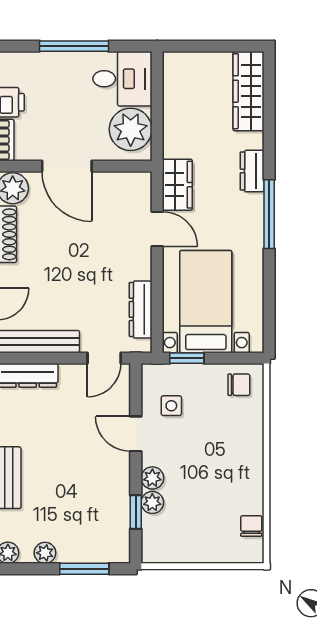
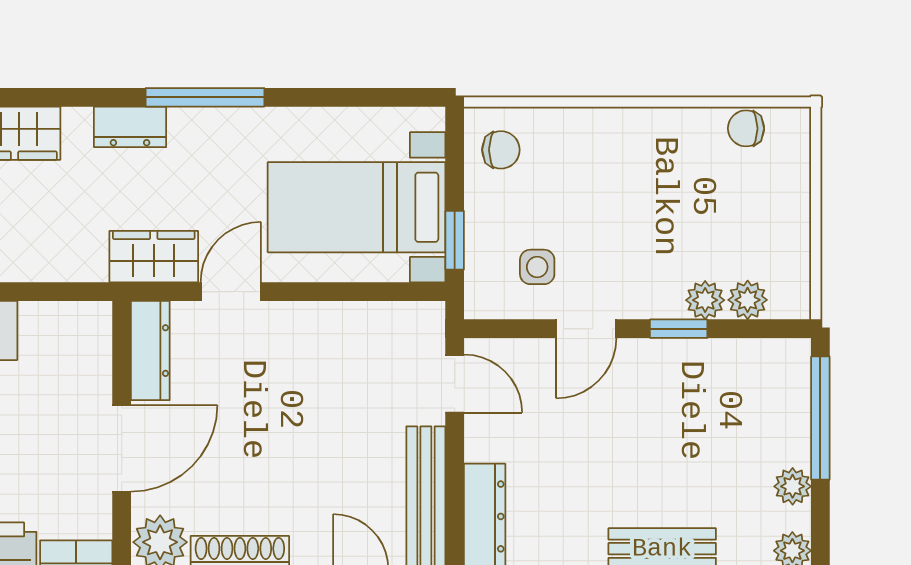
plant: (131, 129) -> (58, 338), removed
dresser: (141, 309) -> (150, 351), moved, turned -90
chair: (239, 385) -> (501, 150), turned 90
plant: (152, 478) -> (748, 300), moved
window: (136, 512) -> (679, 329), moved
window: (84, 569) -> (820, 418), width x1.44

